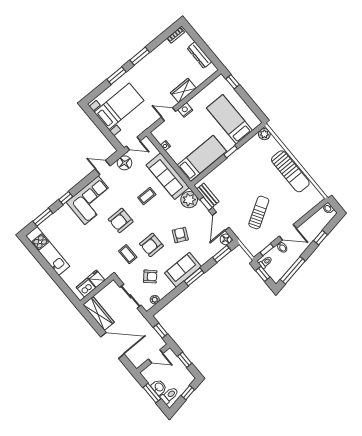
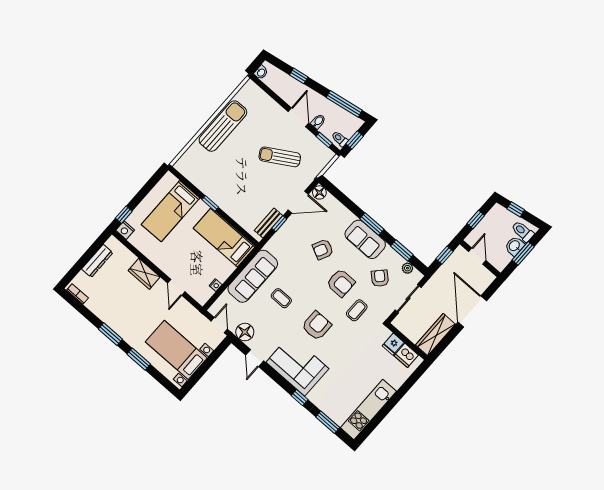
nightstand: (185, 110) -> (125, 230), moved
plant: (264, 134) -> (182, 165), removed
plant: (189, 200) -> (278, 245), removed
armchair: (121, 220) -> (317, 326), turned -90
window: (222, 254) -> (402, 250), moved

